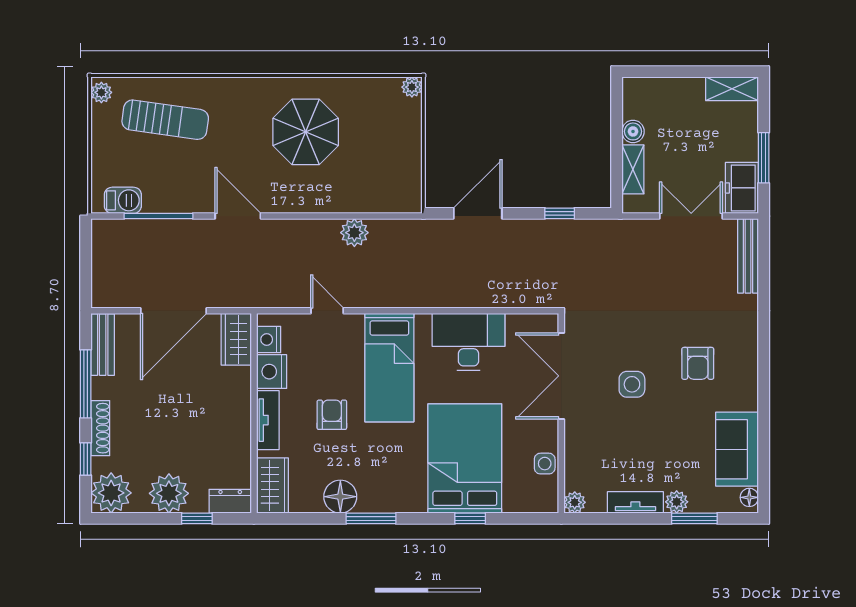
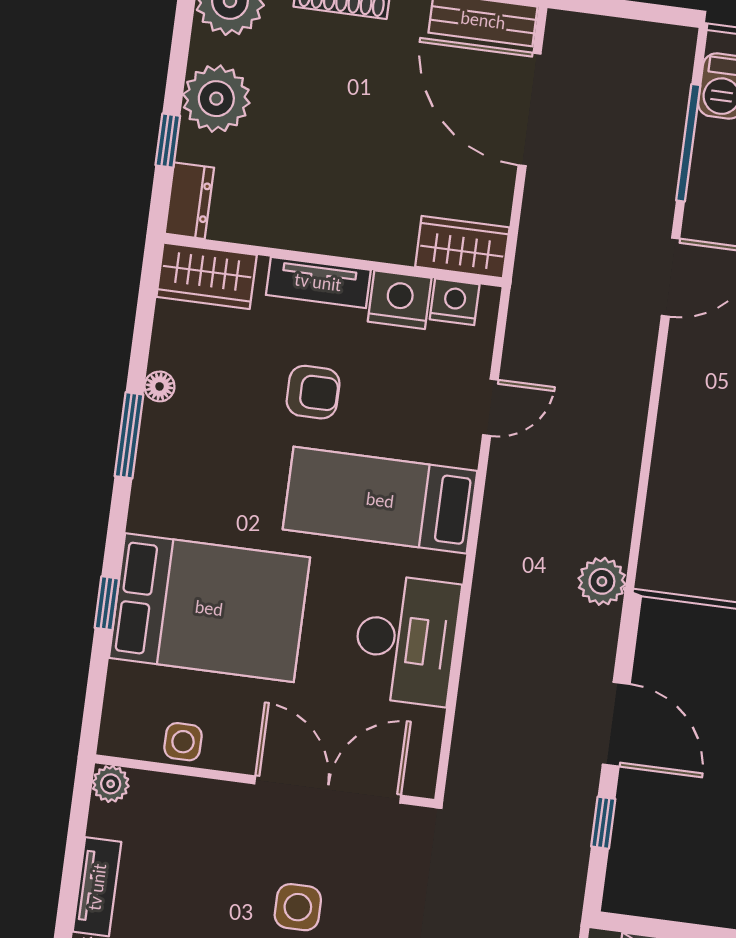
door: (478, 213) -> (616, 724), moved
plant: (354, 233) -> (602, 581), moved
door: (173, 311) -> (530, 109), moved
floor lamp: (340, 497) -> (160, 386), width x0.53, depth x0.53

